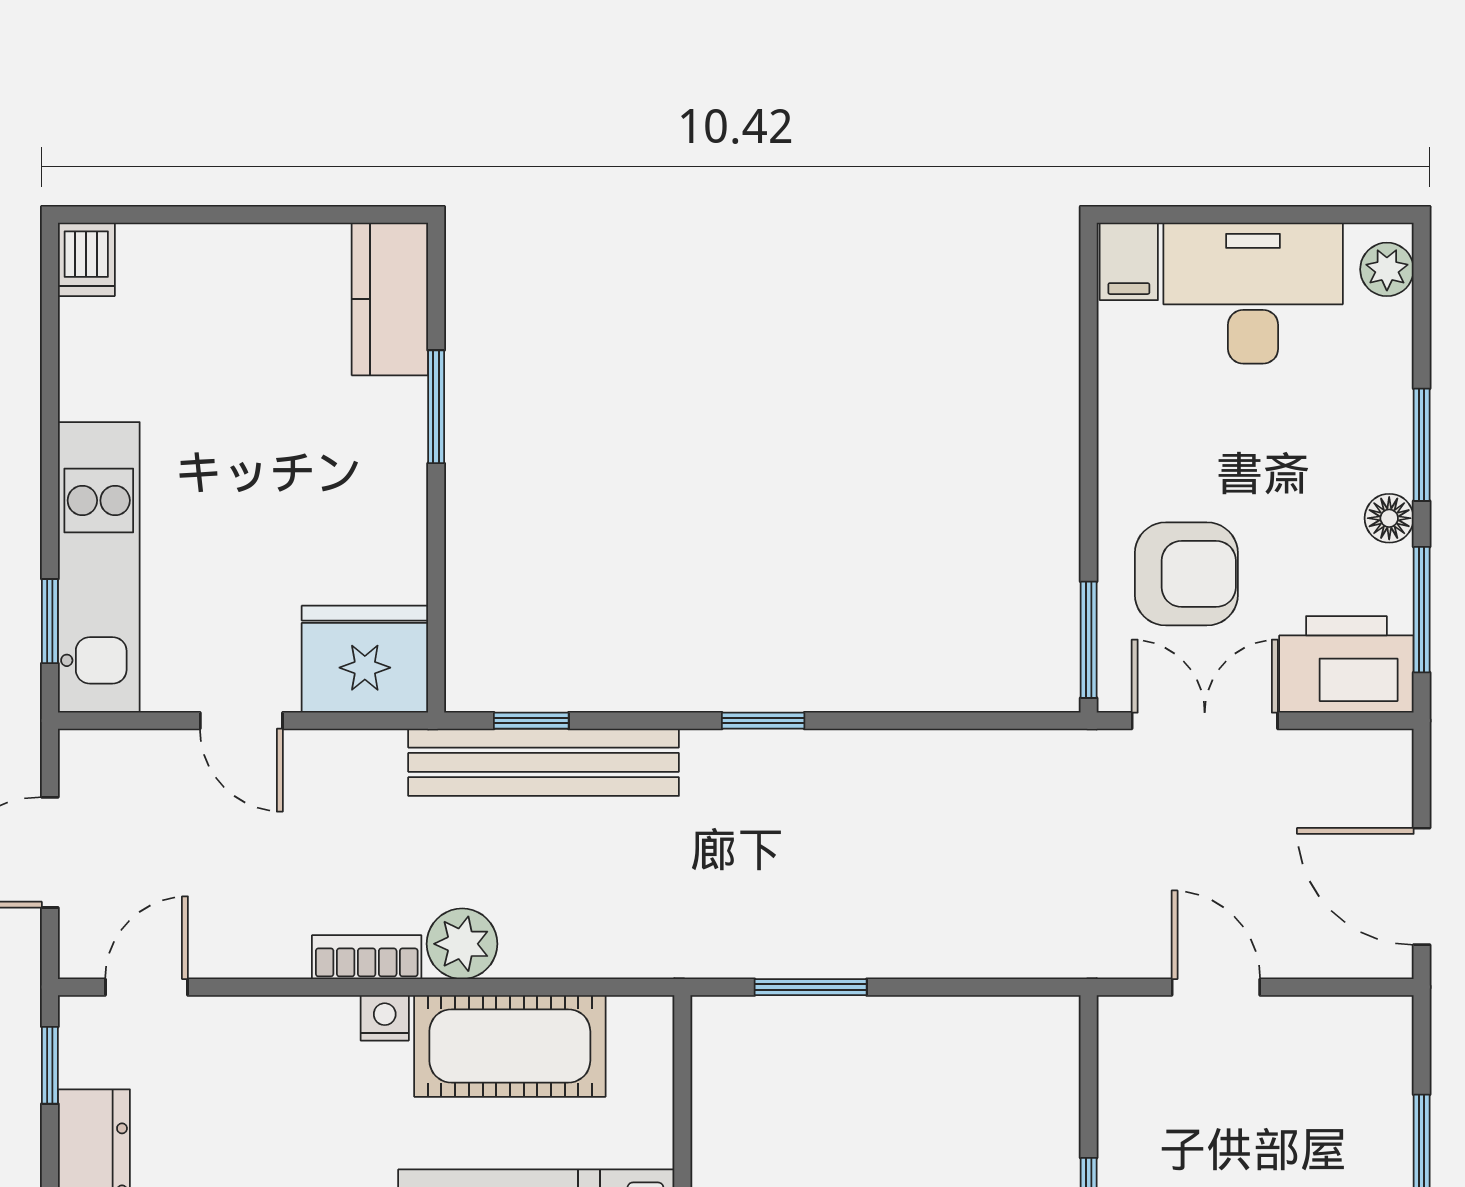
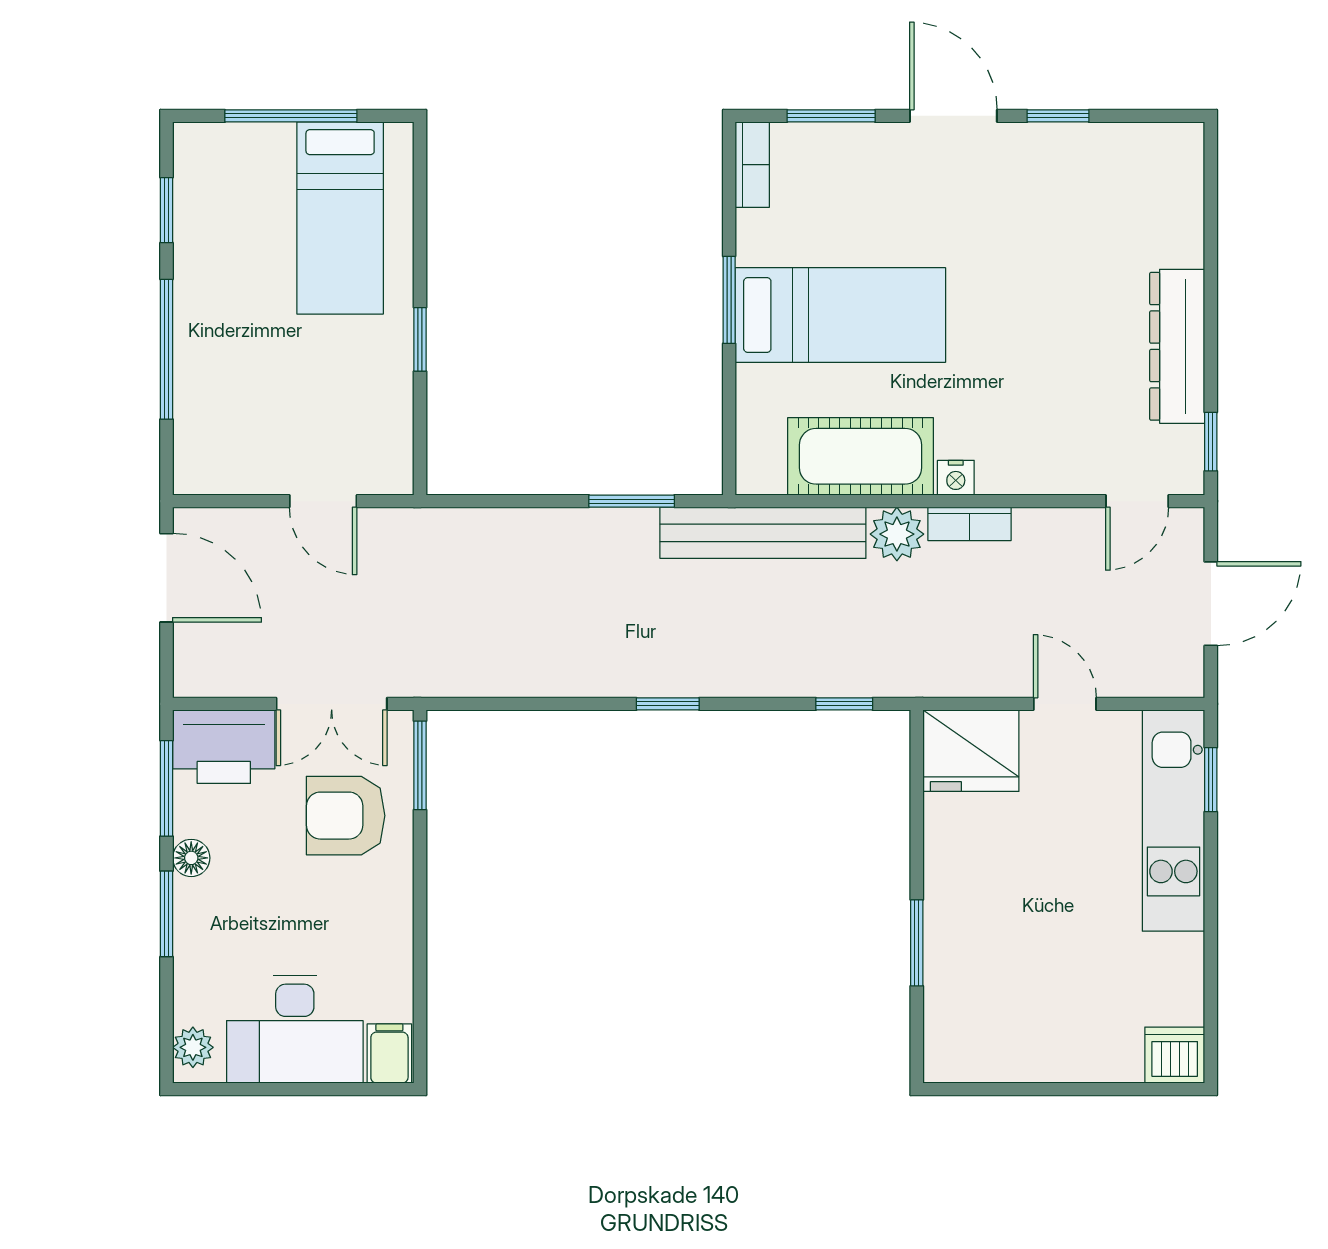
dishwasher: (86, 259) -> (1175, 1055), width x1.38
kitchen counter: (390, 299) -> (952, 1025), removed
bench: (544, 762) -> (763, 533), moved

